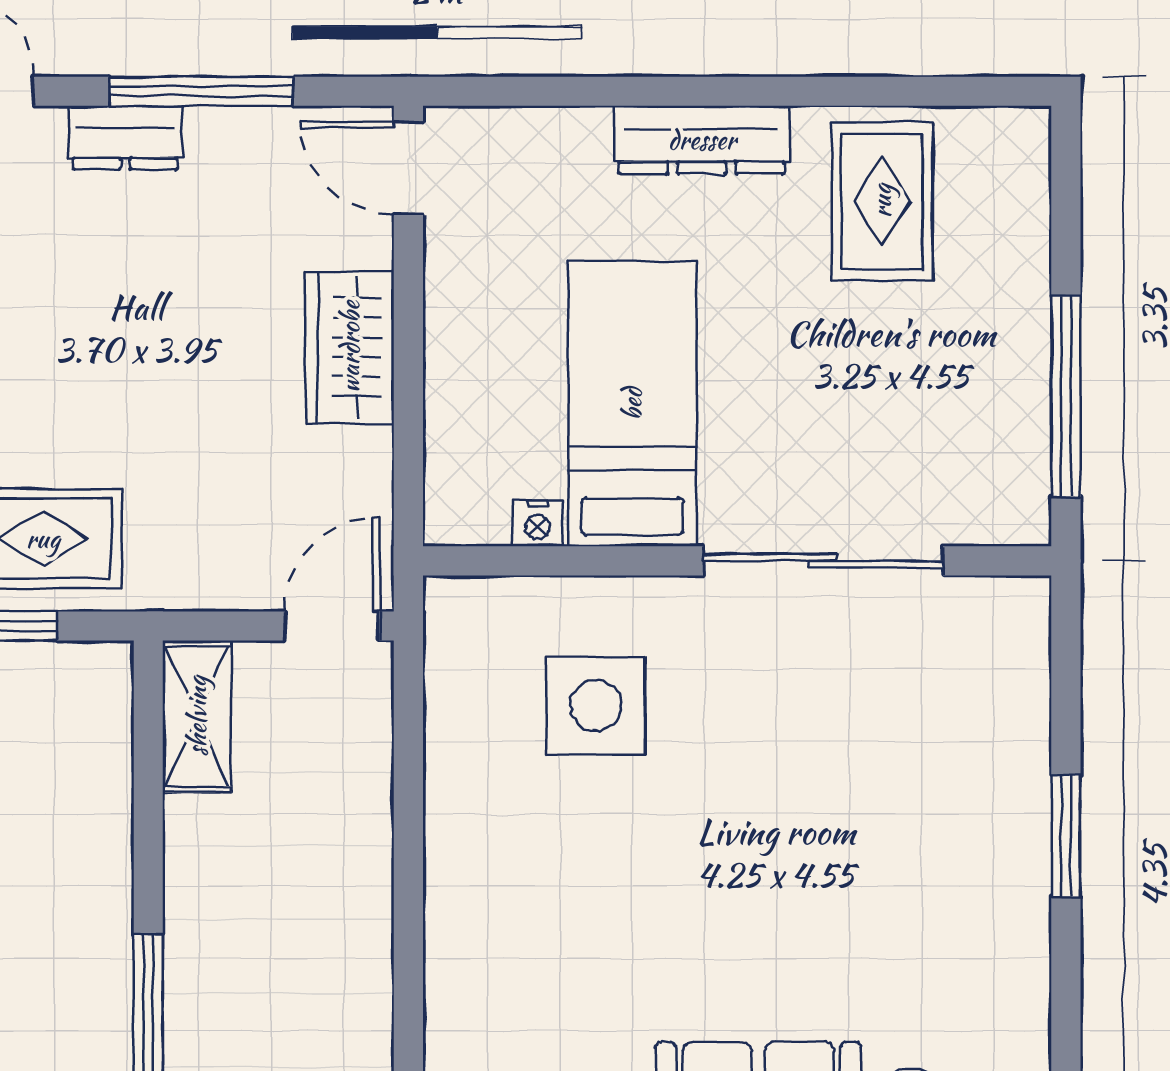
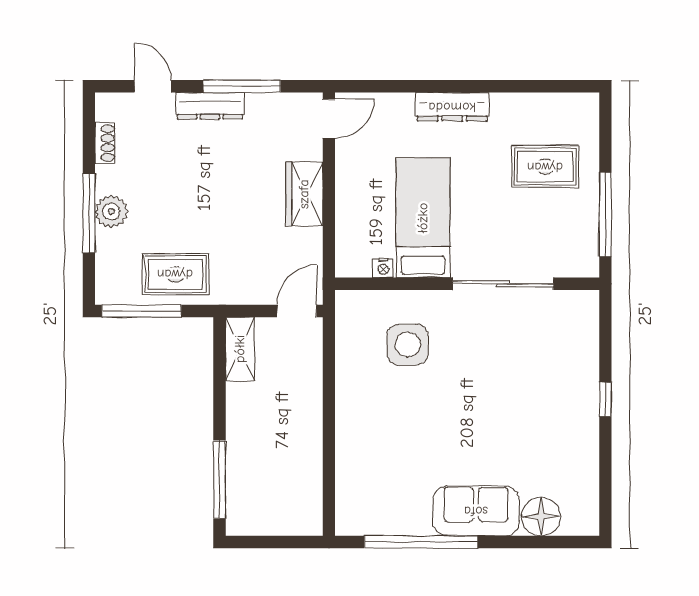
dresser: (125, 138) -> (210, 106), width x1.44
door: (408, 168) -> (329, 119), swing flipped
rug: (882, 201) -> (545, 167), moved, turned 90
window: (1066, 836) -> (605, 399), width x0.67

